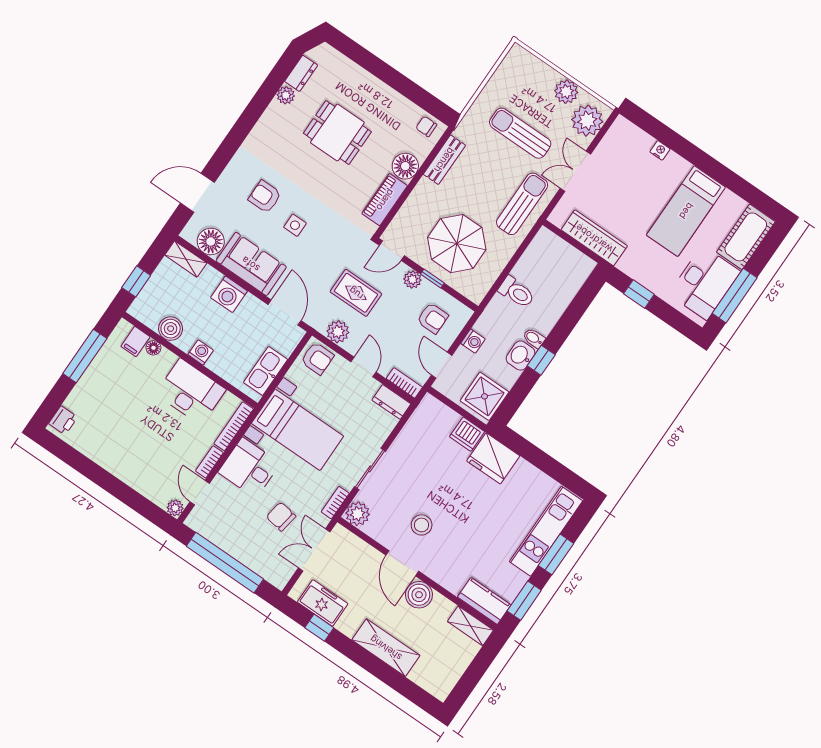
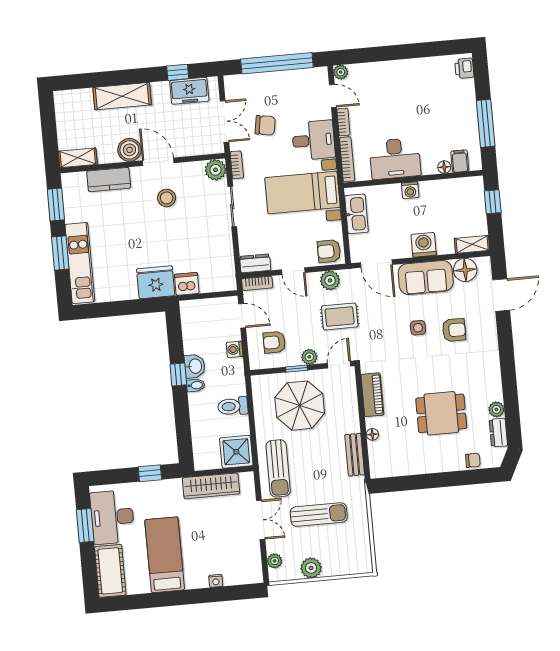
plant: (587, 121) -> (275, 561), width x0.53, depth x0.53
chair: (426, 126) -> (473, 460), moved
floor lamp: (405, 166) -> (372, 434), width x0.53, depth x0.53
window: (735, 296) -> (85, 525), width x0.69
boiler: (171, 329) -> (444, 189), removed
shower: (485, 396) -> (236, 452), moved
kitchen counter: (484, 601) -> (109, 180), moved

